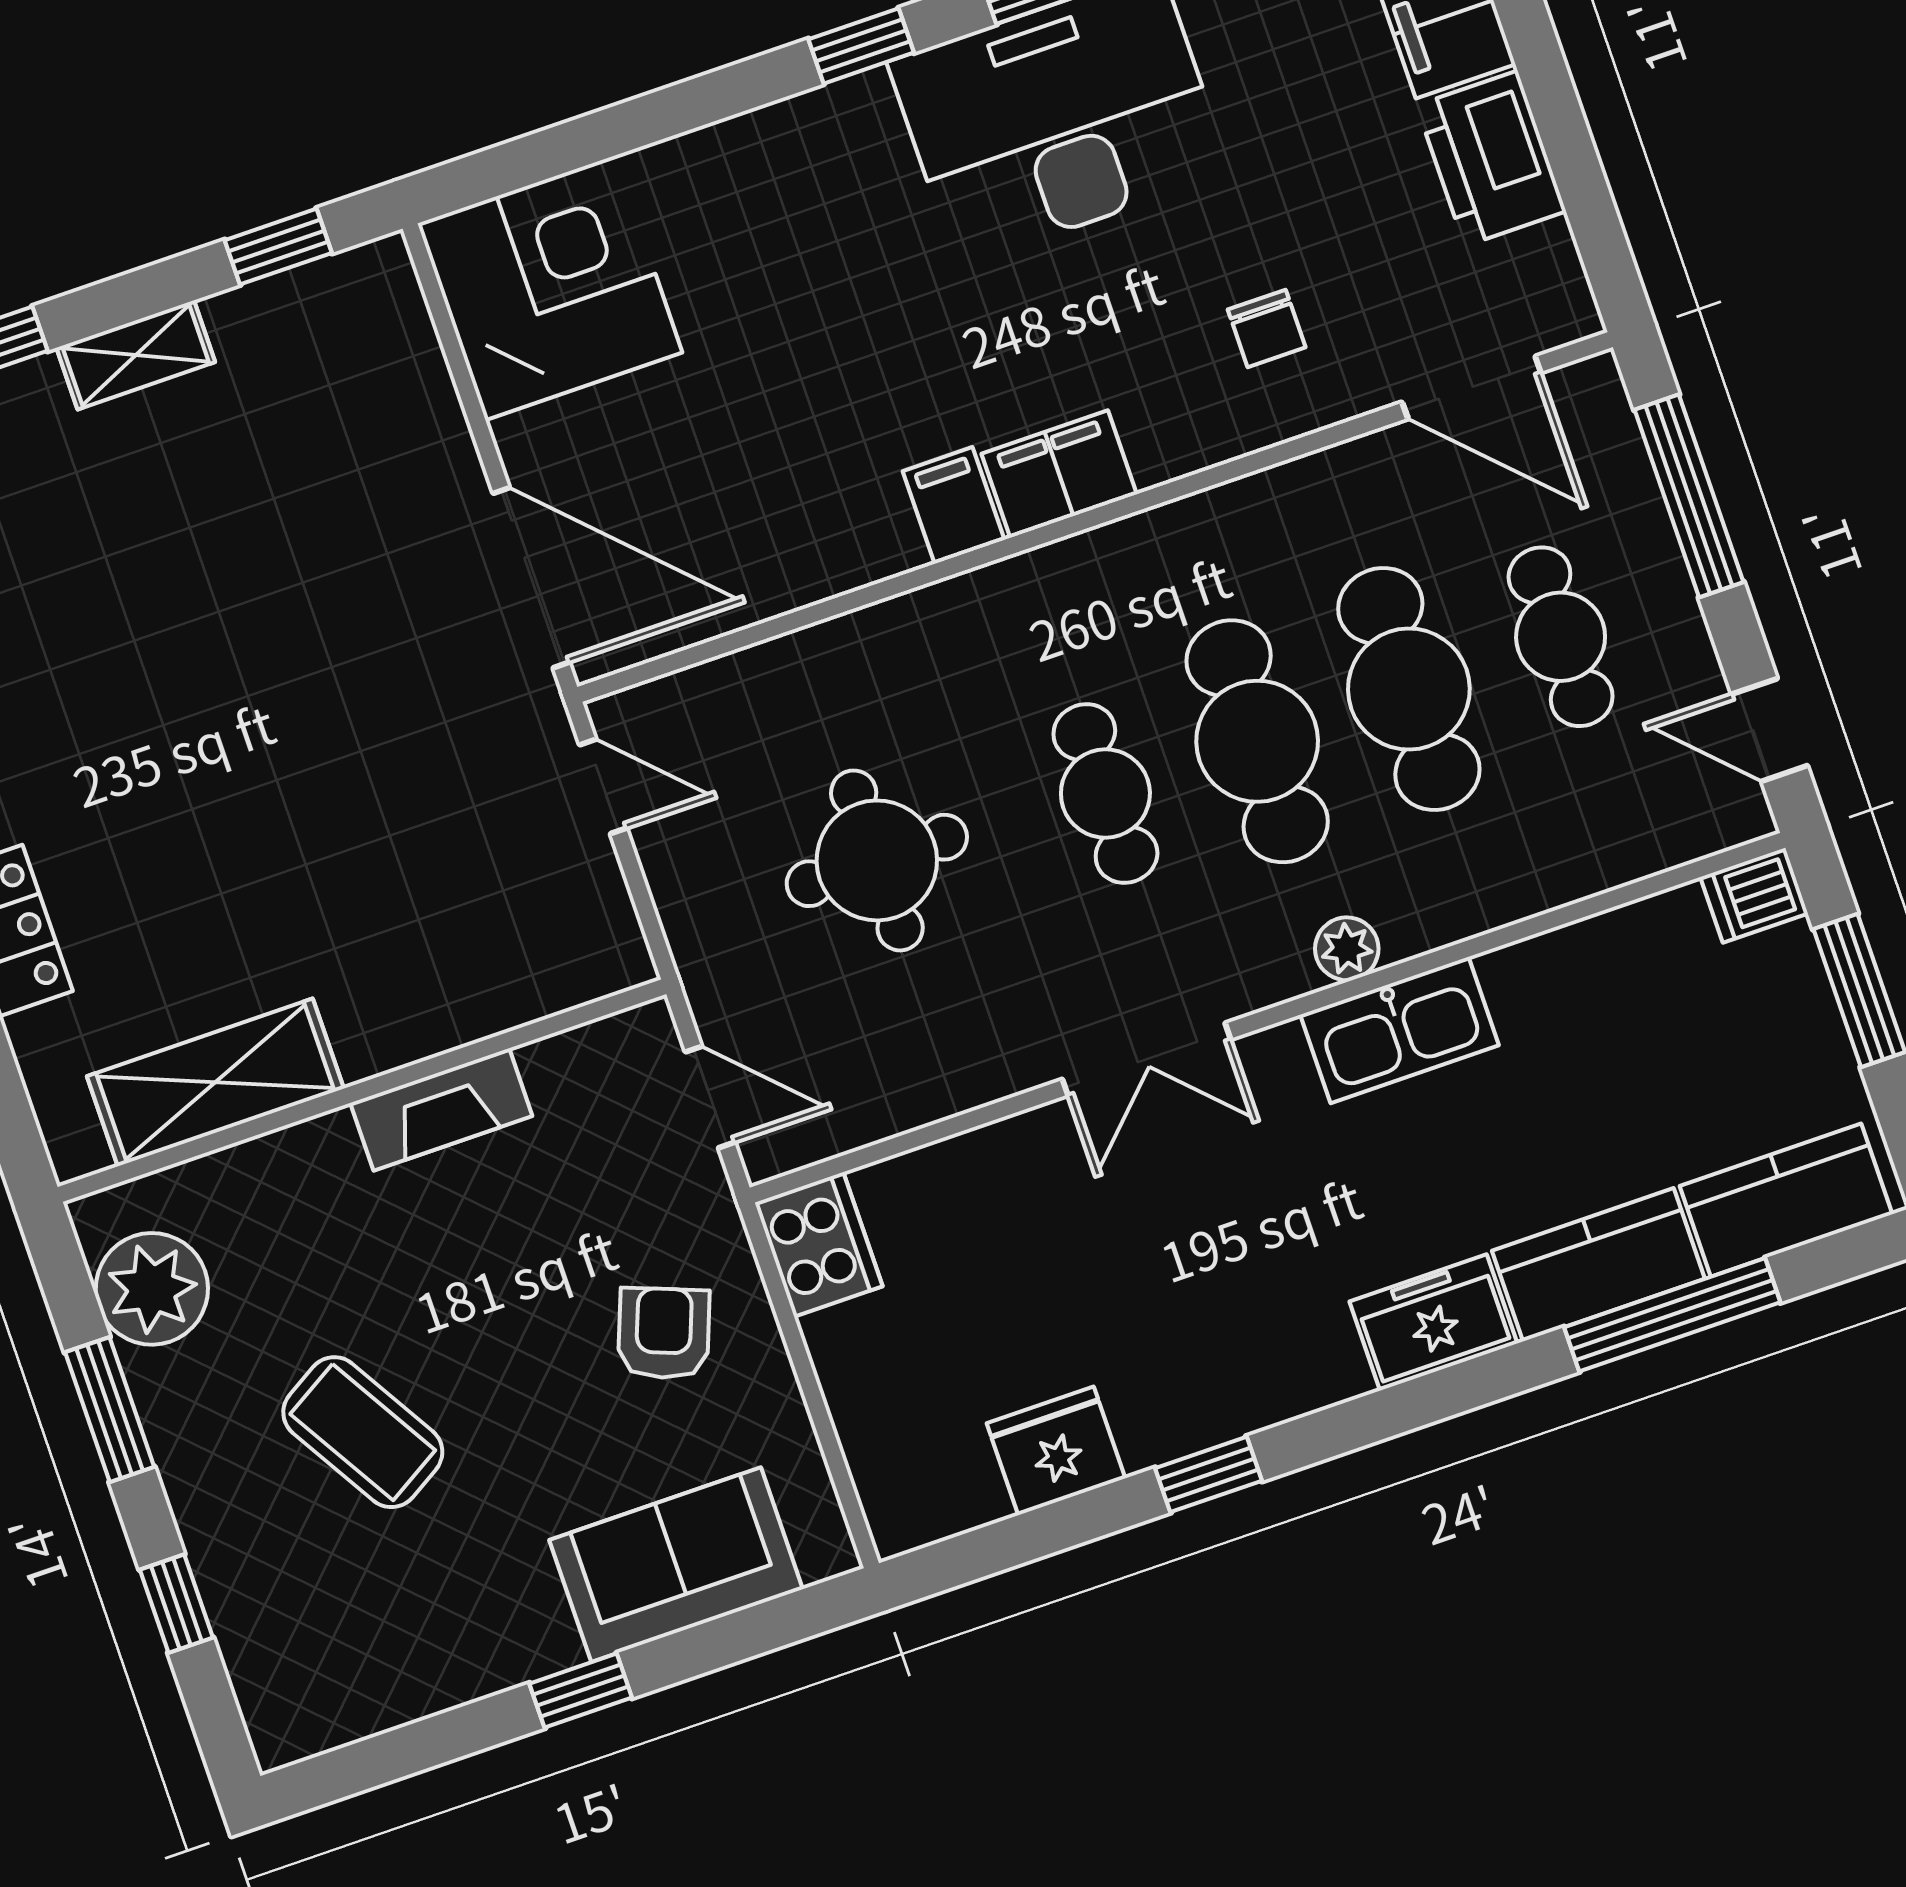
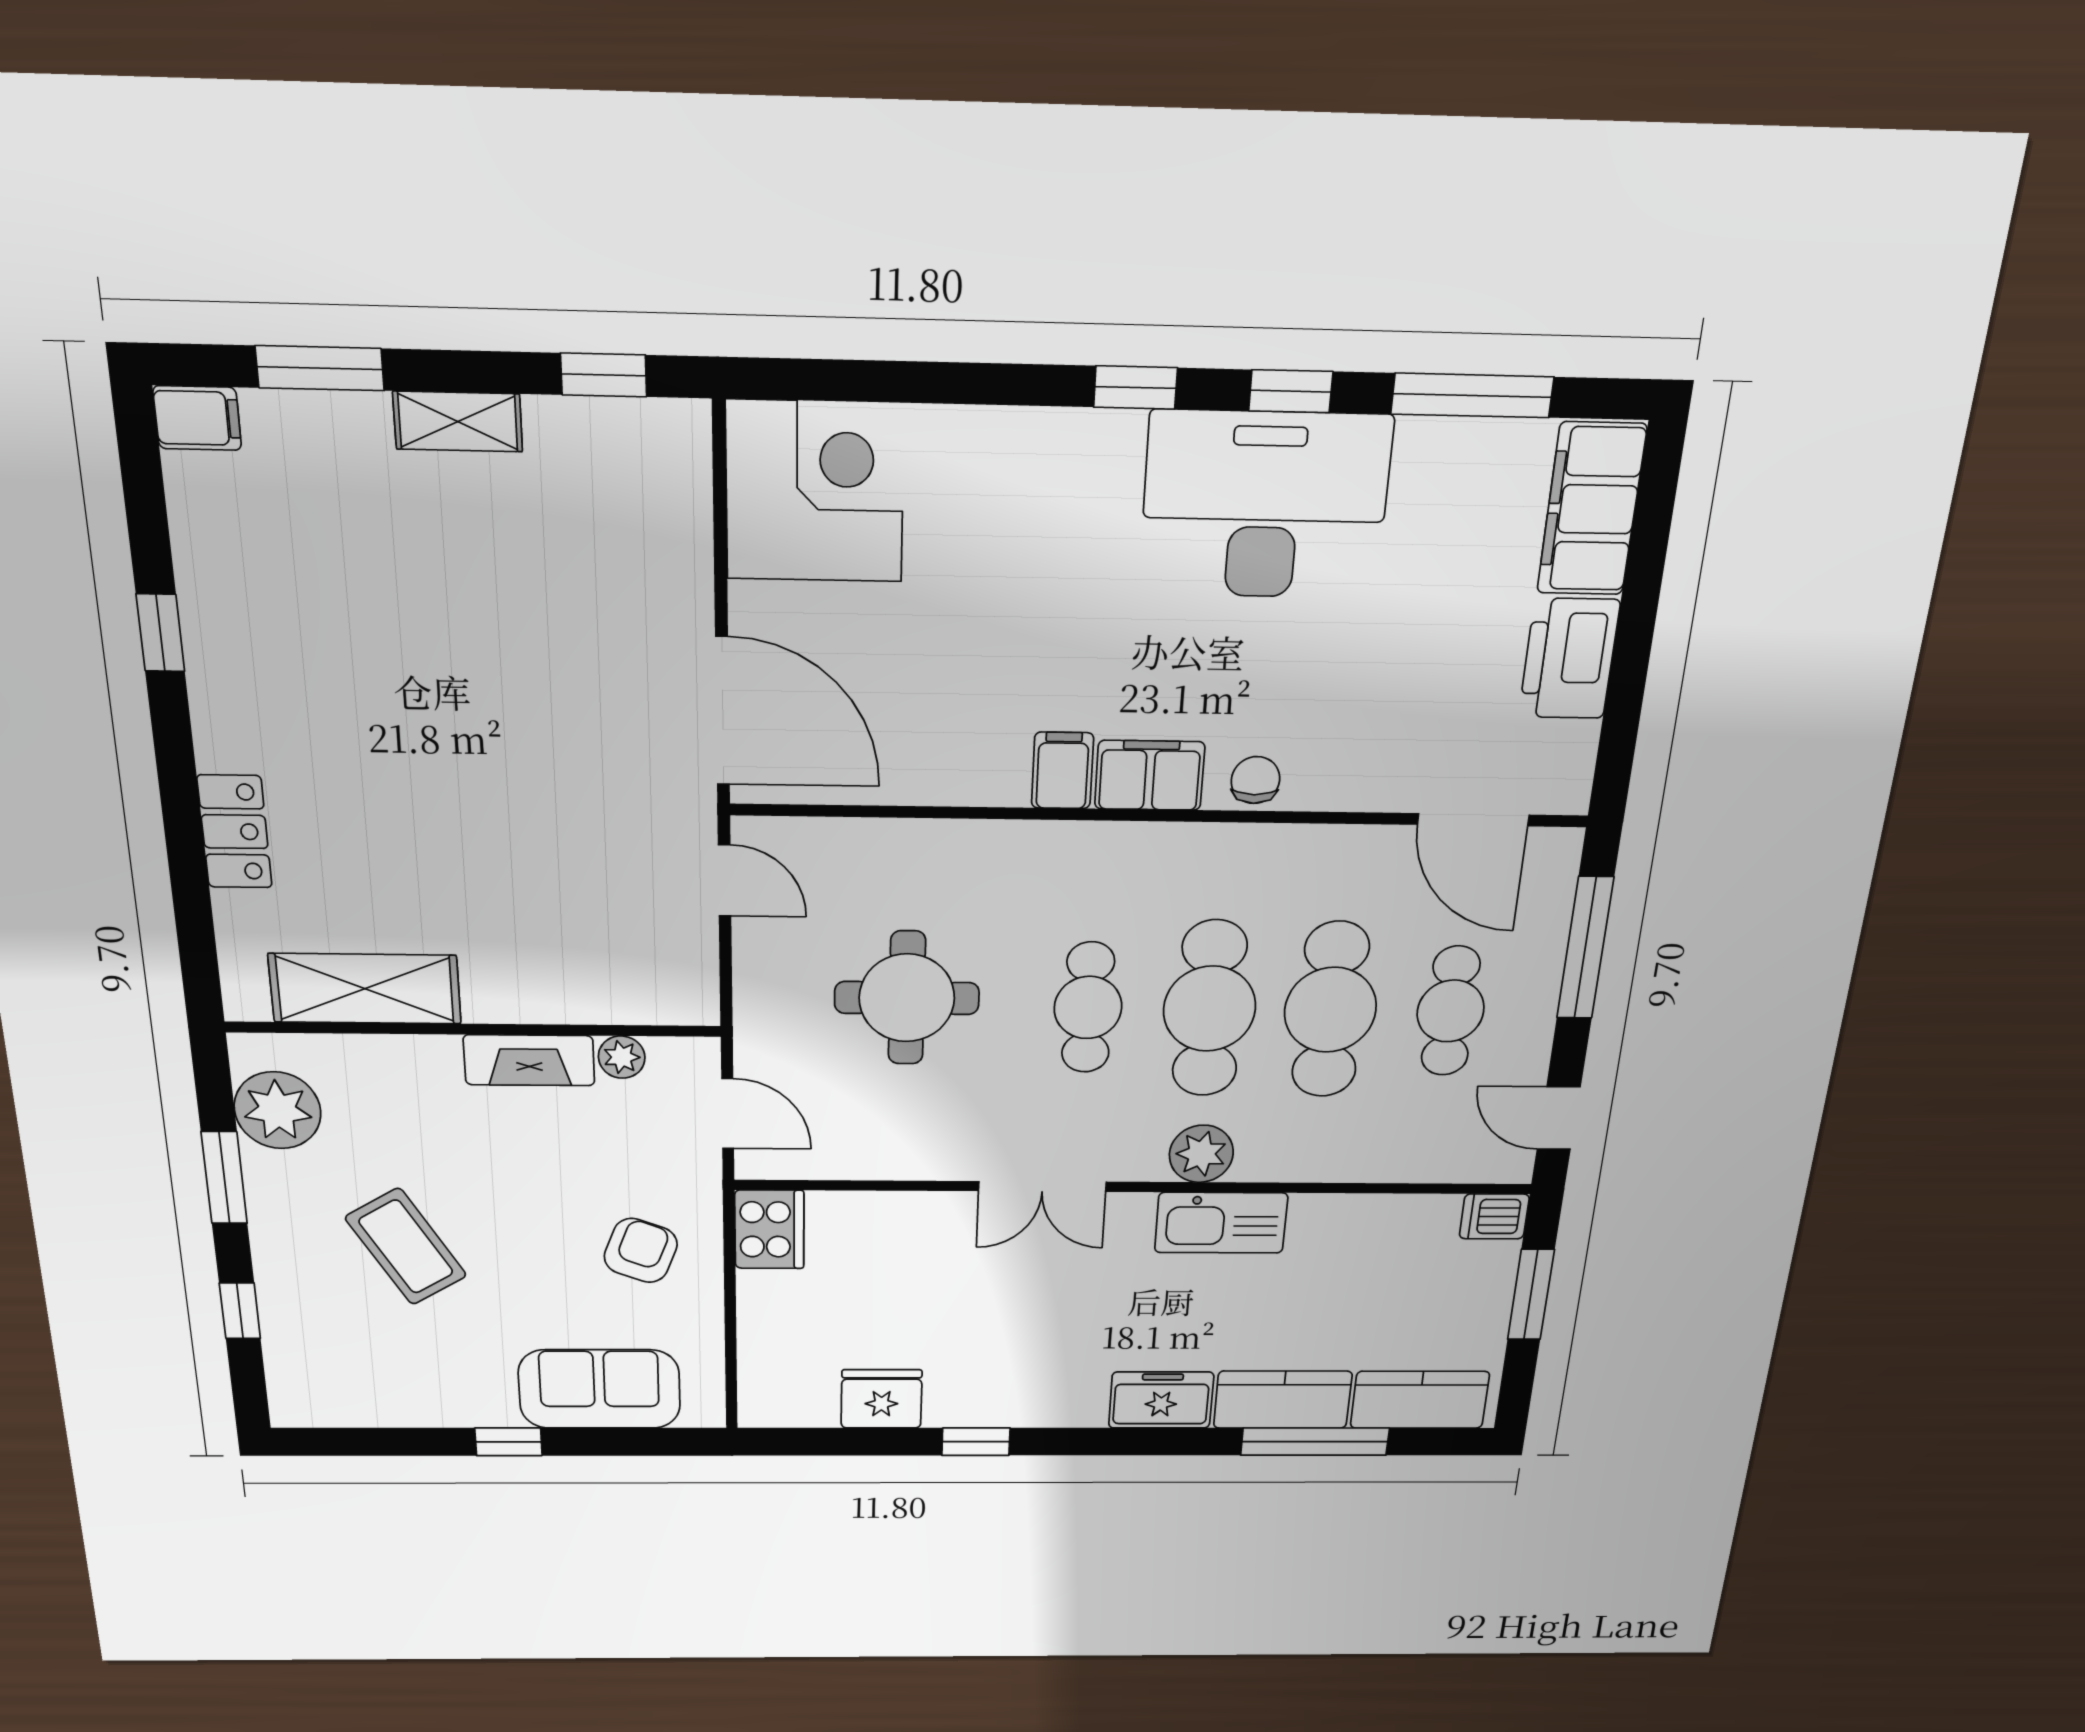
chair: (1267, 328) -> (1255, 780), moved, turned 180
plant: (1347, 949) -> (1201, 1154), width x1.38, depth x1.38
plant: (554, 1065) -> (622, 1057), added

